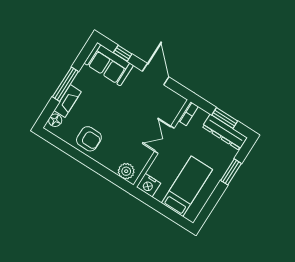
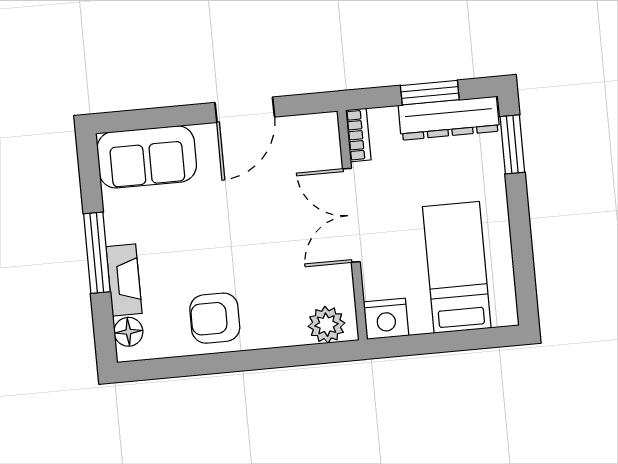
window: (123, 53) -> (157, 118), removed
door: (156, 74) -> (245, 110), swing flipped
armchair: (89, 139) -> (215, 318), turned 180
double door: (164, 140) -> (351, 215), width x1.37
window: (231, 172) -> (512, 144), moved

